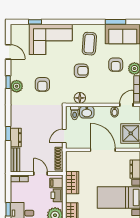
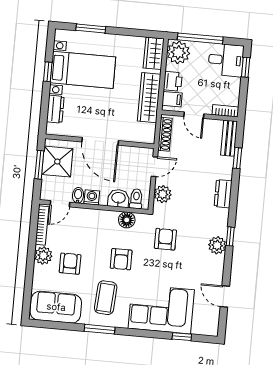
window: (115, 22) -> (100, 329), moved
armchair: (81, 71) -> (121, 259), turned -90
window: (8, 82) -> (230, 236), moved
armchair: (42, 84) -> (165, 239), moved
washing machine: (105, 111) -> (92, 197), added
plant: (57, 118) -> (163, 194), added
window: (8, 134) -> (237, 158), moved
dresser: (16, 138) -> (223, 194), moved
wardrobe: (72, 183) -> (149, 98), width x1.50

